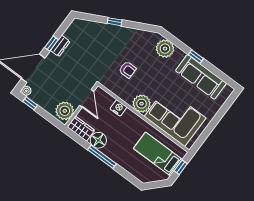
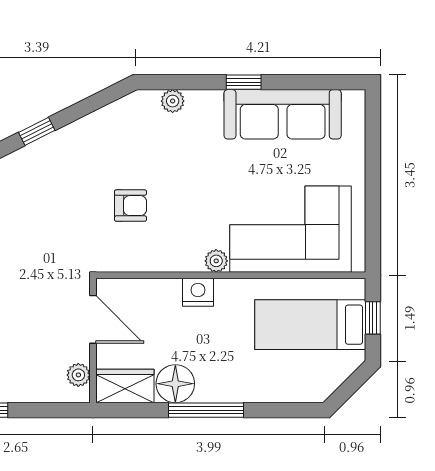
plant: (165, 49) -> (173, 101), width x0.53, depth x0.53
plant: (142, 104) -> (216, 261), width x0.53, depth x0.53
nightstand: (118, 108) -> (198, 292), moved
plant: (65, 111) -> (78, 375), width x0.53, depth x0.53

